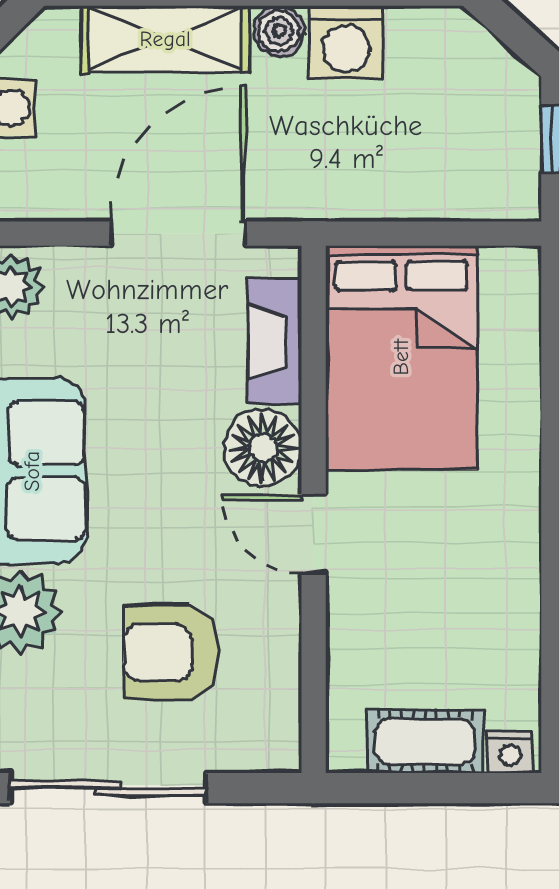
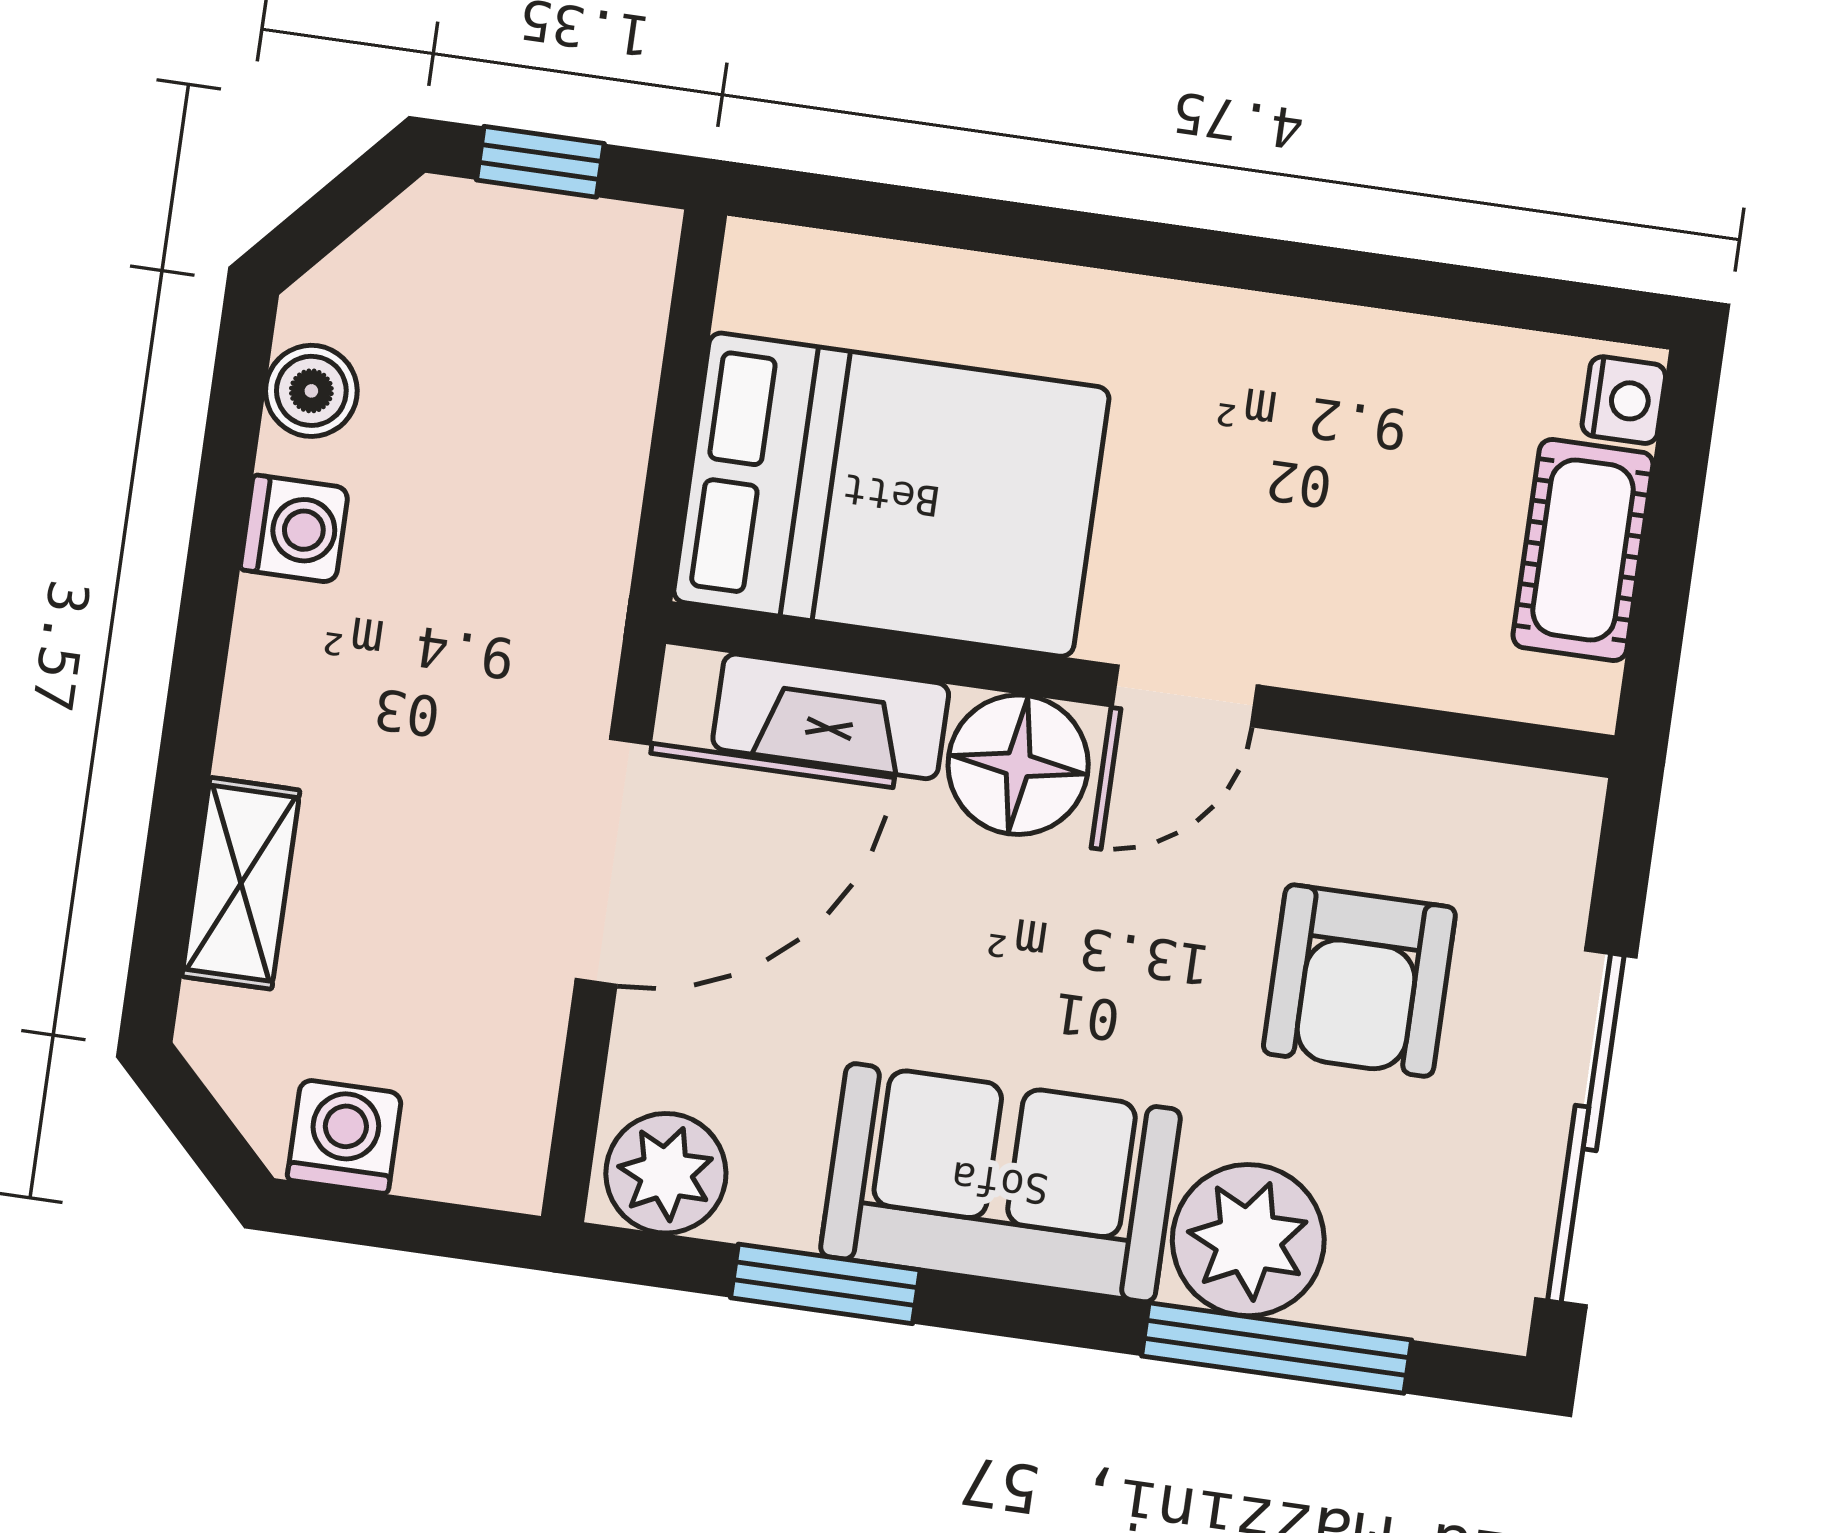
boiler: (279, 31) -> (311, 391), moved
shelving: (165, 39) -> (241, 883), width x0.67, depth x0.75
washing machine: (346, 43) -> (294, 529), width x0.73, depth x0.73
door: (178, 234) -> (613, 862), swing flipped

